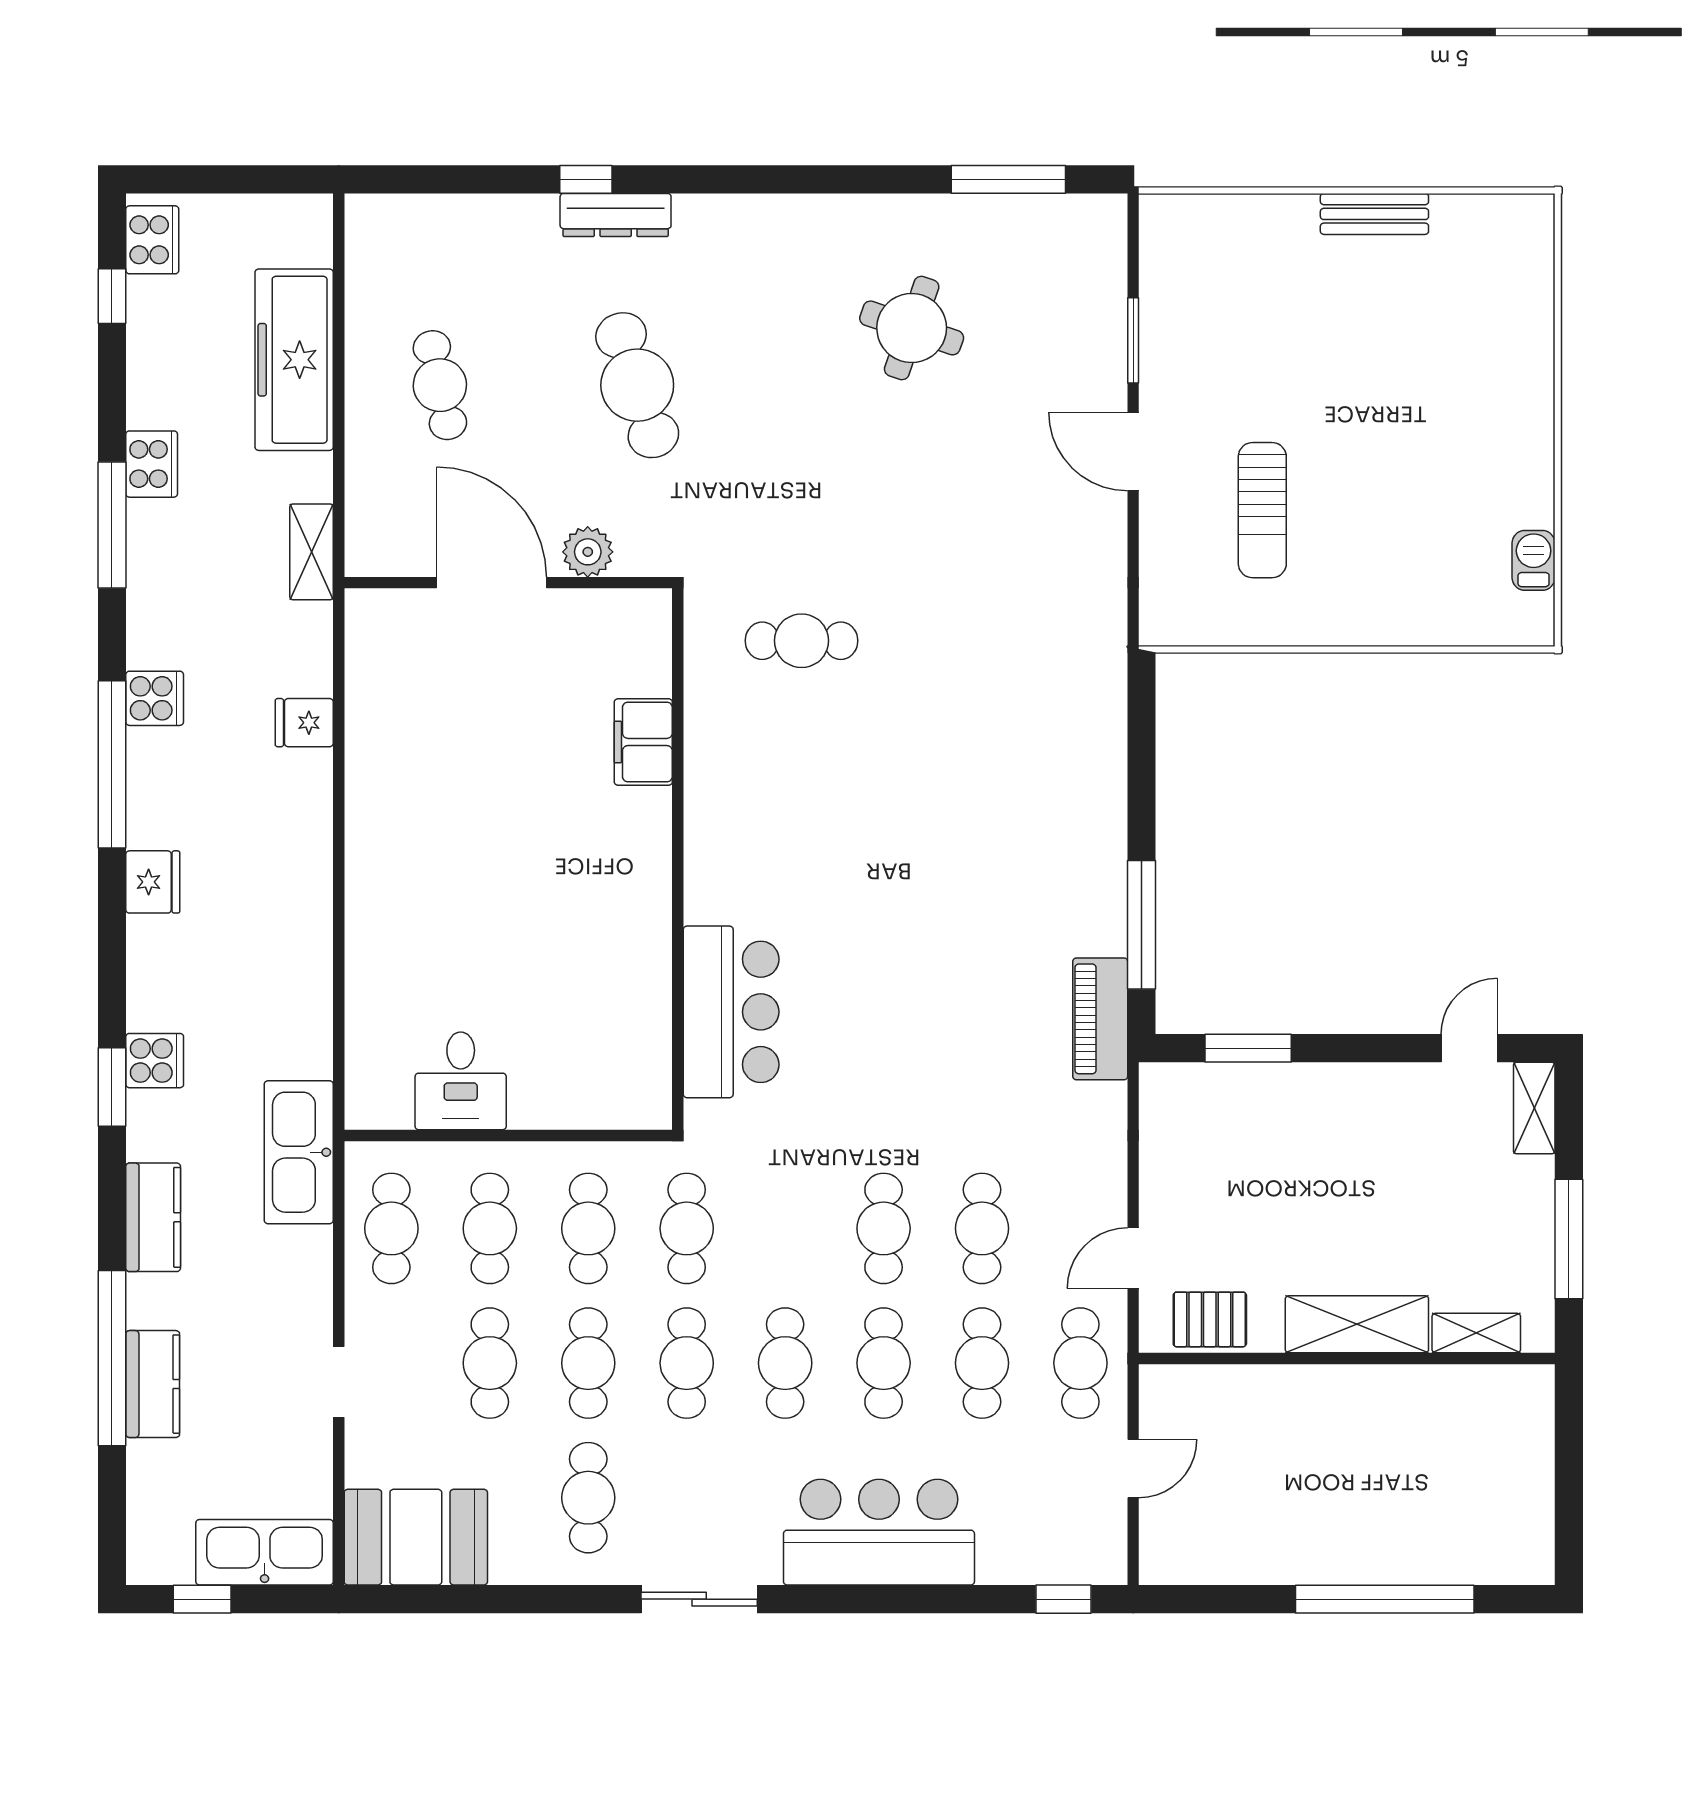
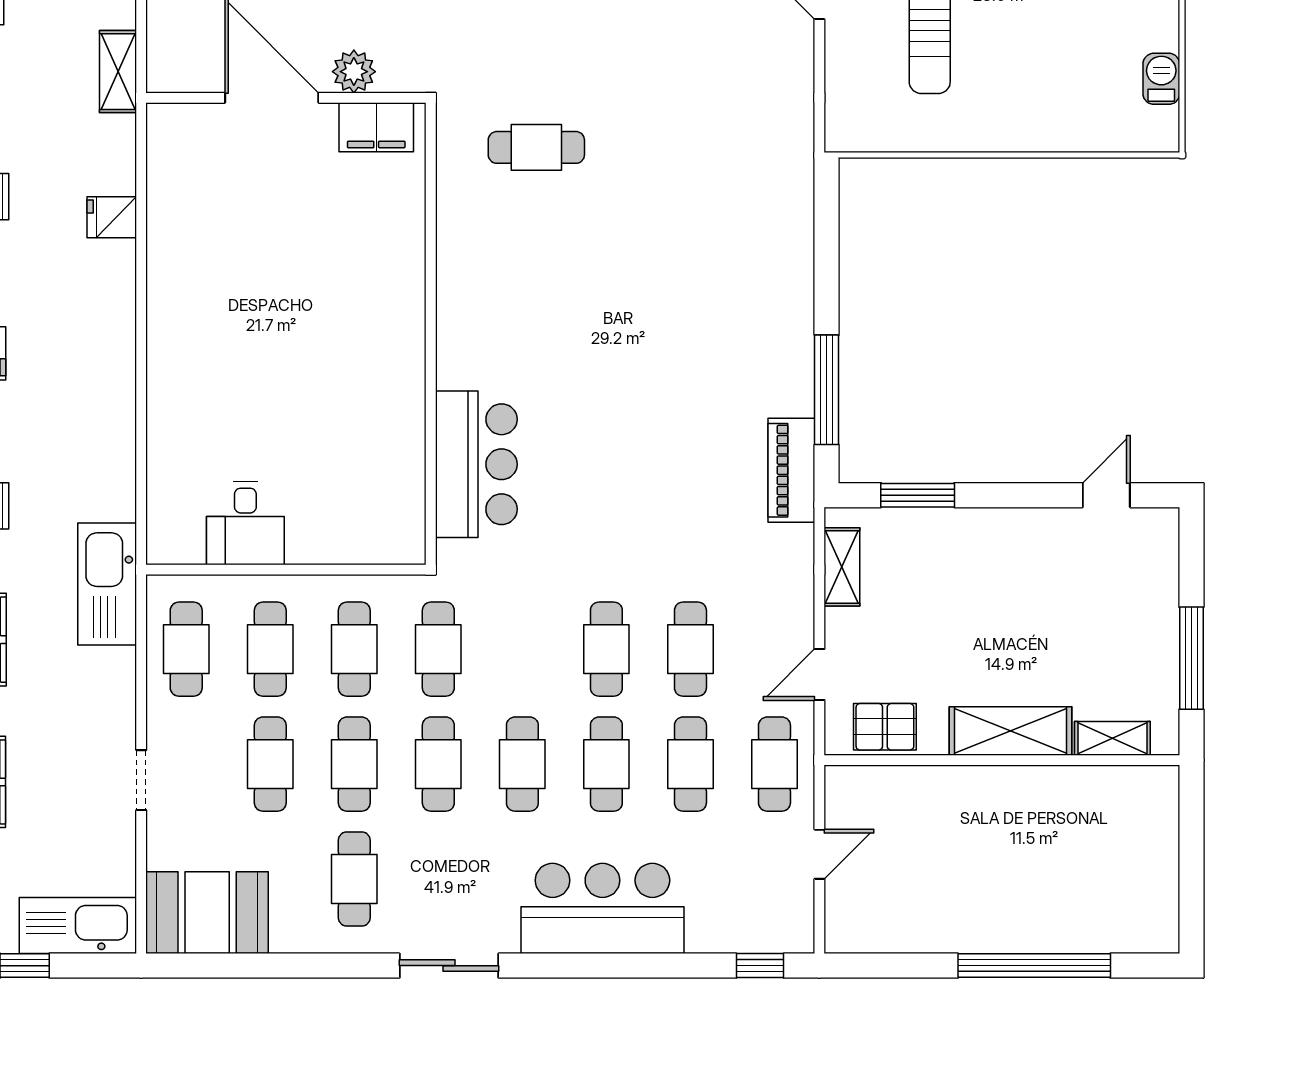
filing cabinet: (643, 742) -> (376, 127), moved, turned -90
shelving: (1534, 1108) -> (842, 567), moved

